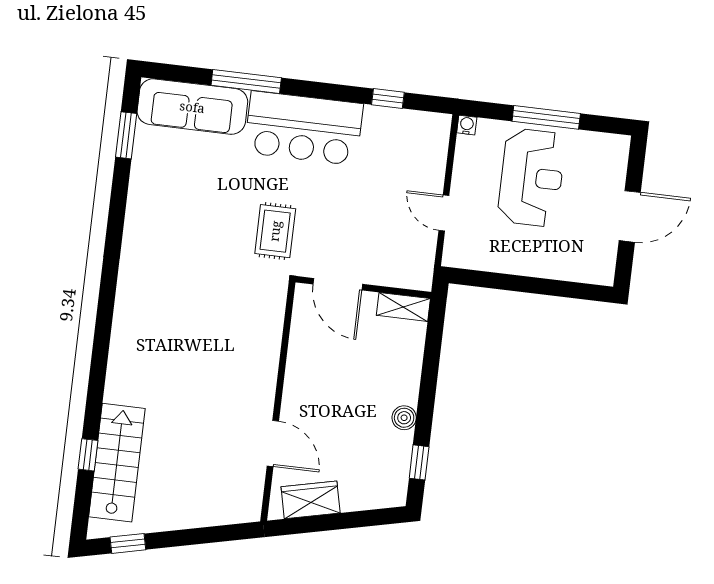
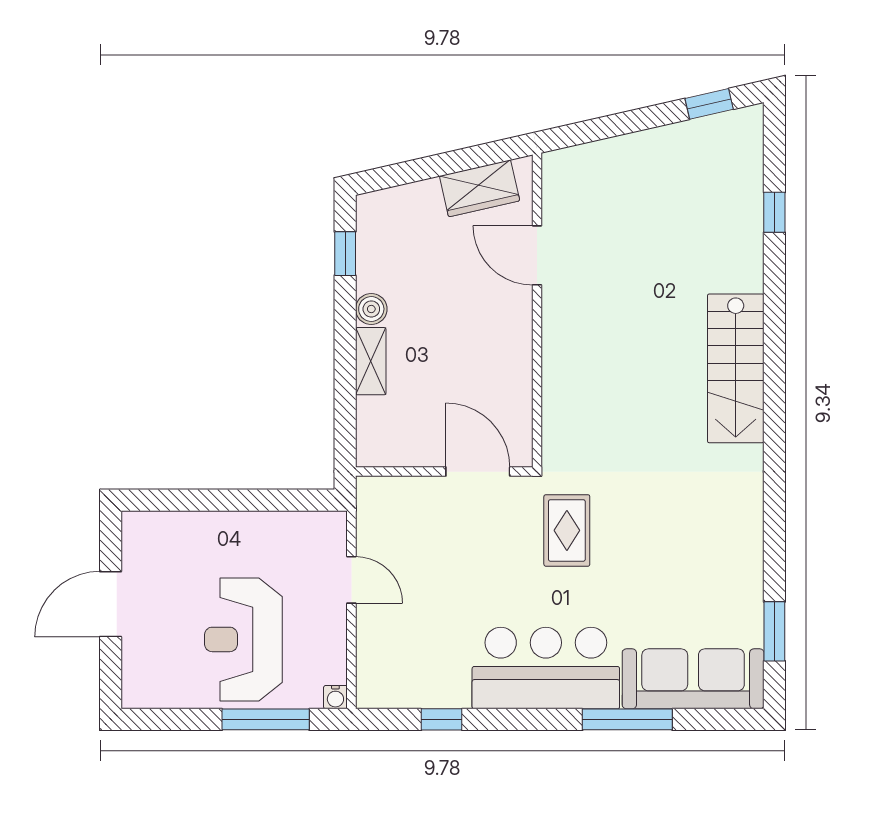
window: (546, 117) -> (266, 719), moved
shelving: (403, 307) -> (371, 361), moved, turned 90
stairs: (117, 463) -> (736, 368), moved

